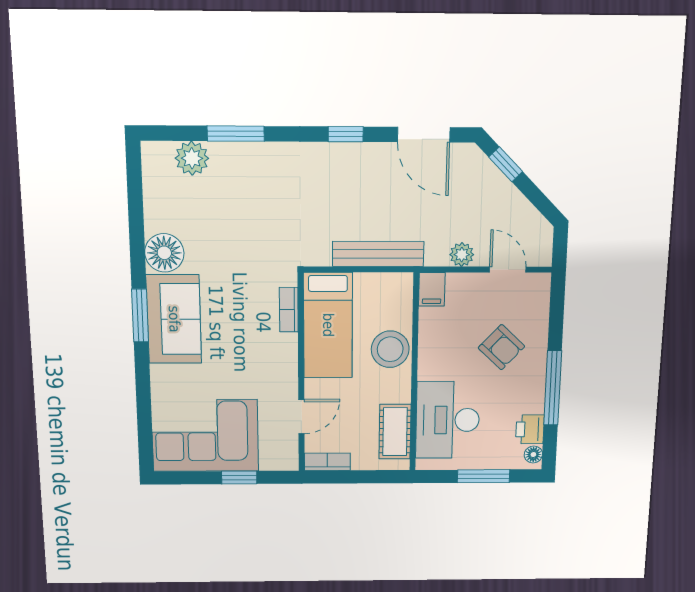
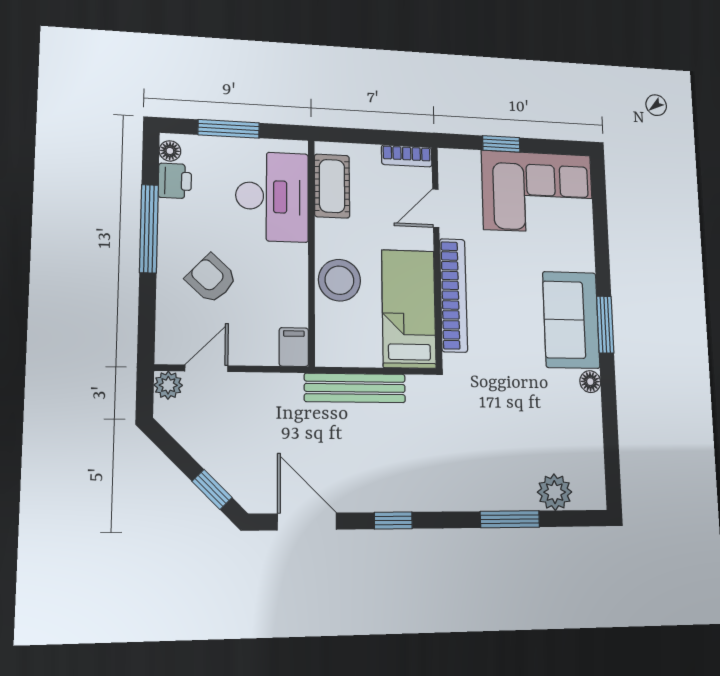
floor lamp: (164, 253) -> (590, 382), width x0.53, depth x0.53
plant: (462, 255) -> (168, 385), moved
door: (508, 270) -> (206, 368), swing flipped
bookcase: (289, 310) -> (453, 295), width x2.31, depth x1.31

